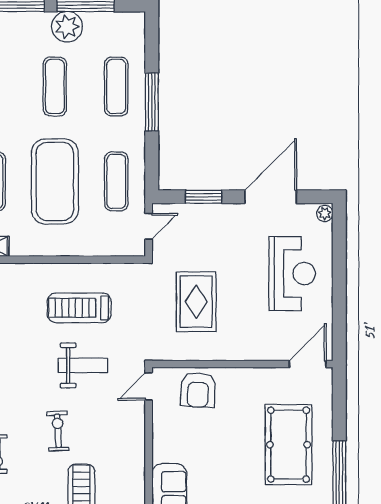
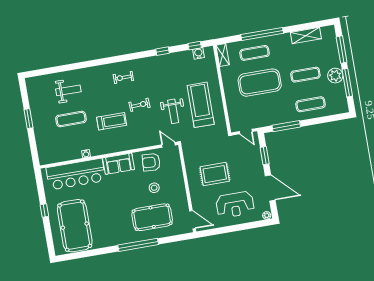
window: (152, 102) -> (286, 126), moved
exercise mat: (116, 181) -> (265, 112), removed
rug: (196, 302) -> (215, 174), moved
treadmill: (79, 308) -> (201, 105), width x1.37, depth x1.38
armchair: (198, 390) -> (151, 162), moved
stool: (230, 430) -> (154, 188), added

